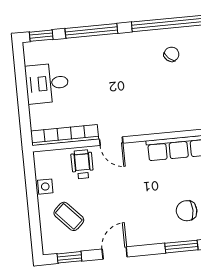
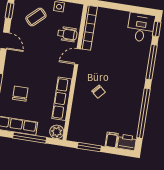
chair: (171, 54) -> (99, 92), moved
desk: (47, 83) -> (141, 27), moved

